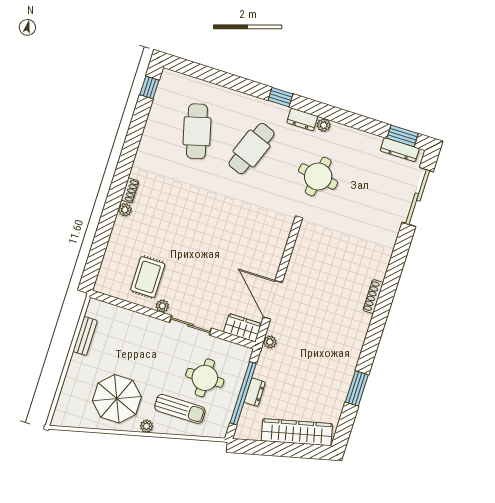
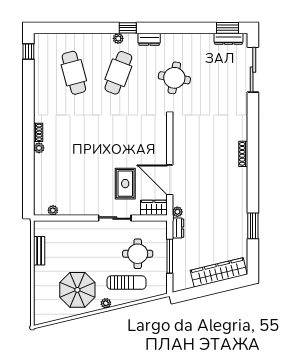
plant: (324, 125) -> (118, 38), moved
rug: (148, 277) -> (125, 184), moved
plant: (162, 306) -> (53, 210), moved
dresser: (255, 392) -> (178, 228), moved
window: (243, 393) -> (170, 256), width x0.68

